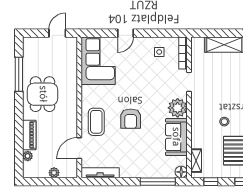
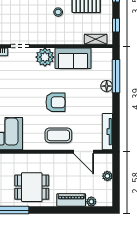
floor lamp: (181, 172) -> (107, 86), moved

